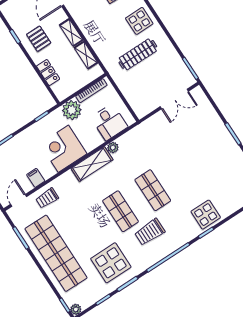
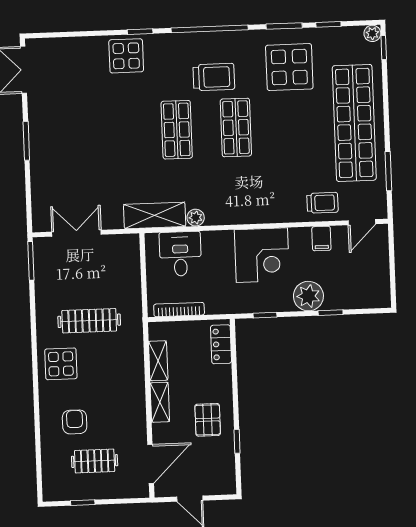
locker: (48, 72) -> (221, 344), moved
plant: (72, 110) -> (308, 296), moved
shelving: (92, 164) -> (155, 215), moved

